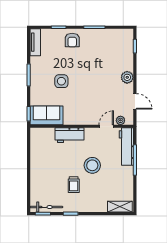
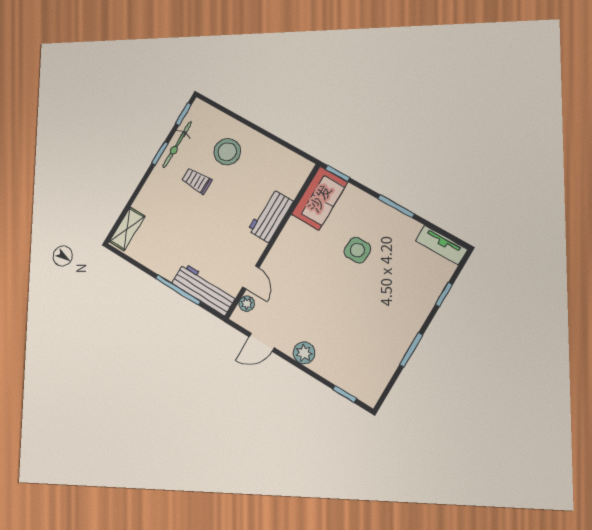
armchair: (72, 40) -> (411, 303), removed
stool: (92, 165) -> (227, 152), moved
bicycle: (46, 207) -> (177, 145), moved

